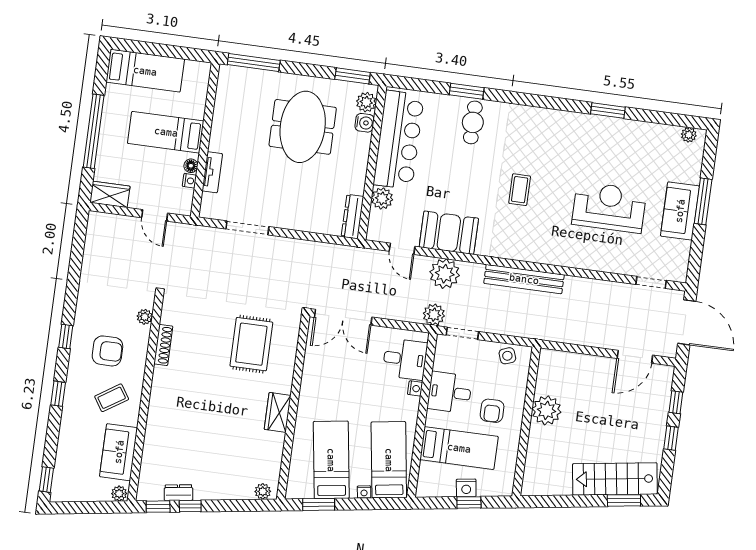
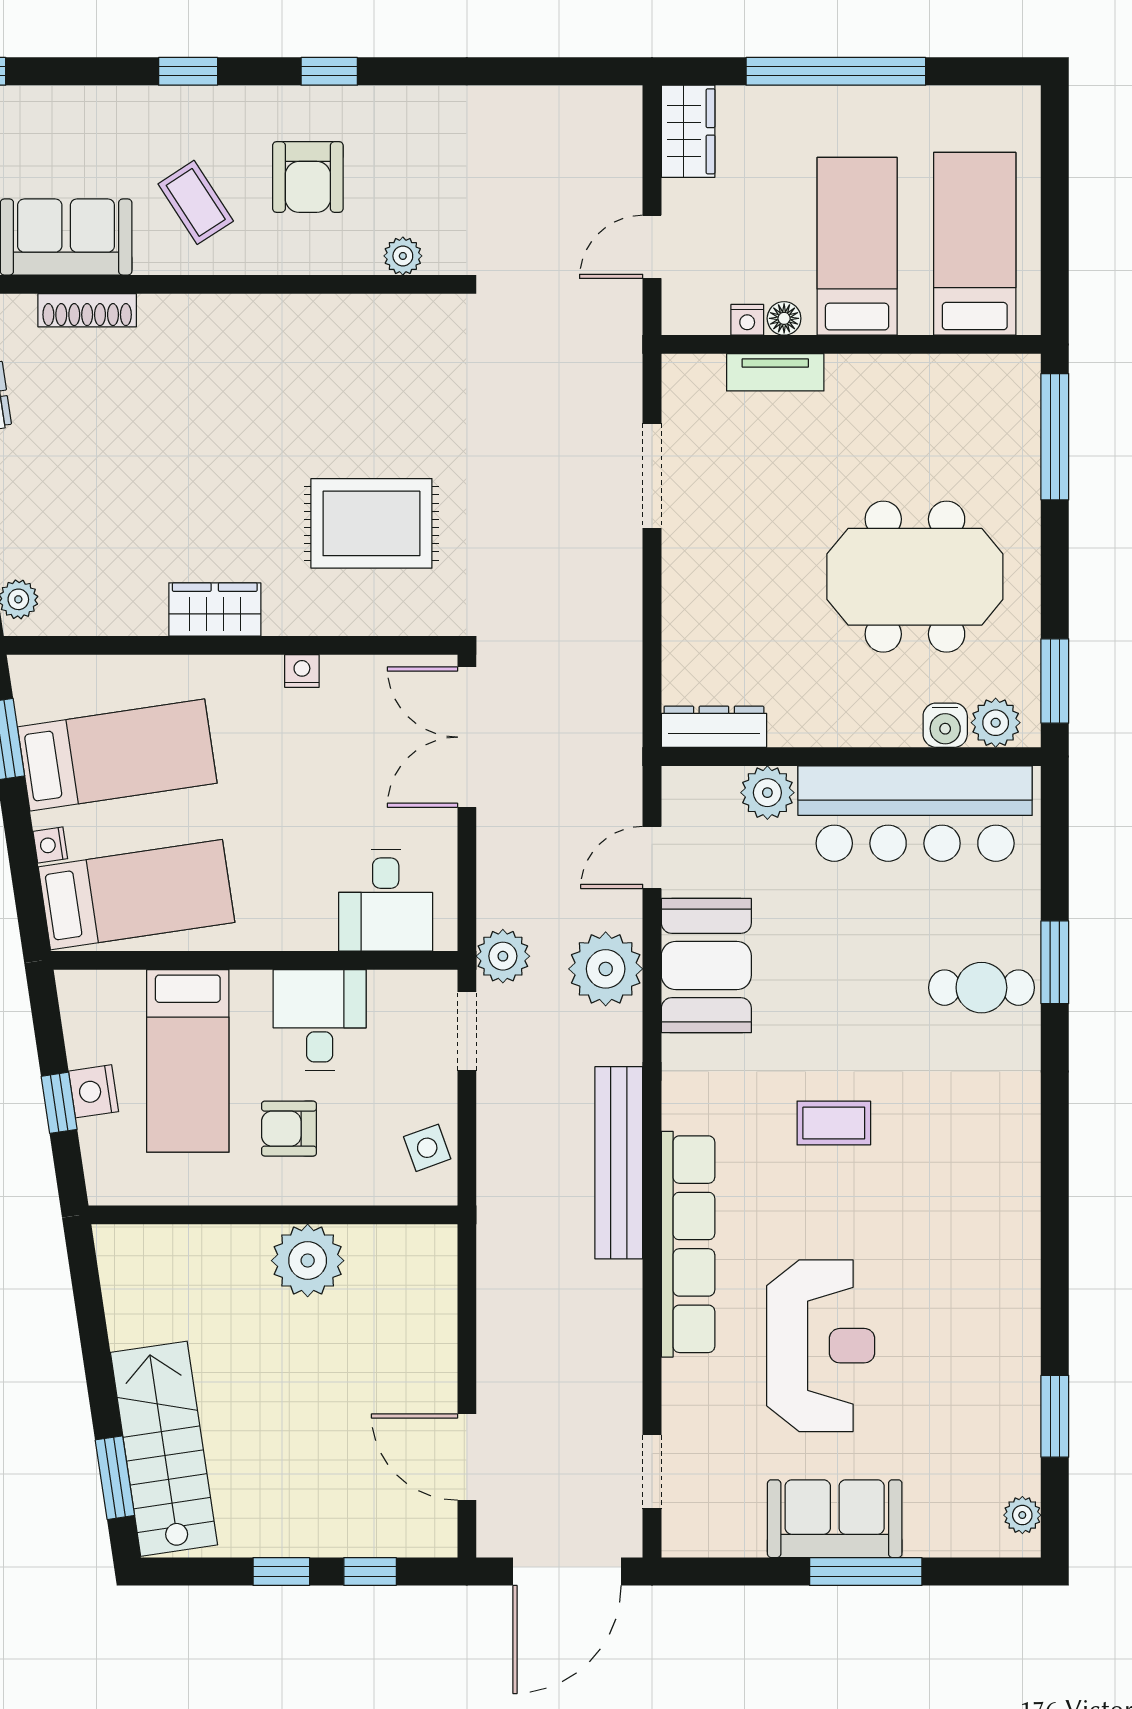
bed: (145, 71) -> (975, 244), moved, turned 180
window: (608, 110) -> (1055, 1416), moved
row of seats: (561, 255) -> (688, 1244), added
shoe rack: (163, 345) -> (87, 310), moved
nightstand: (415, 388) -> (302, 671), moved, turned 180

